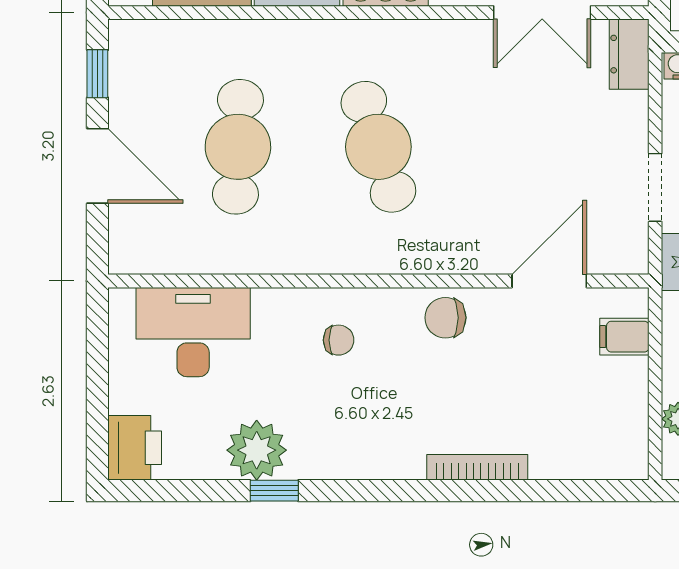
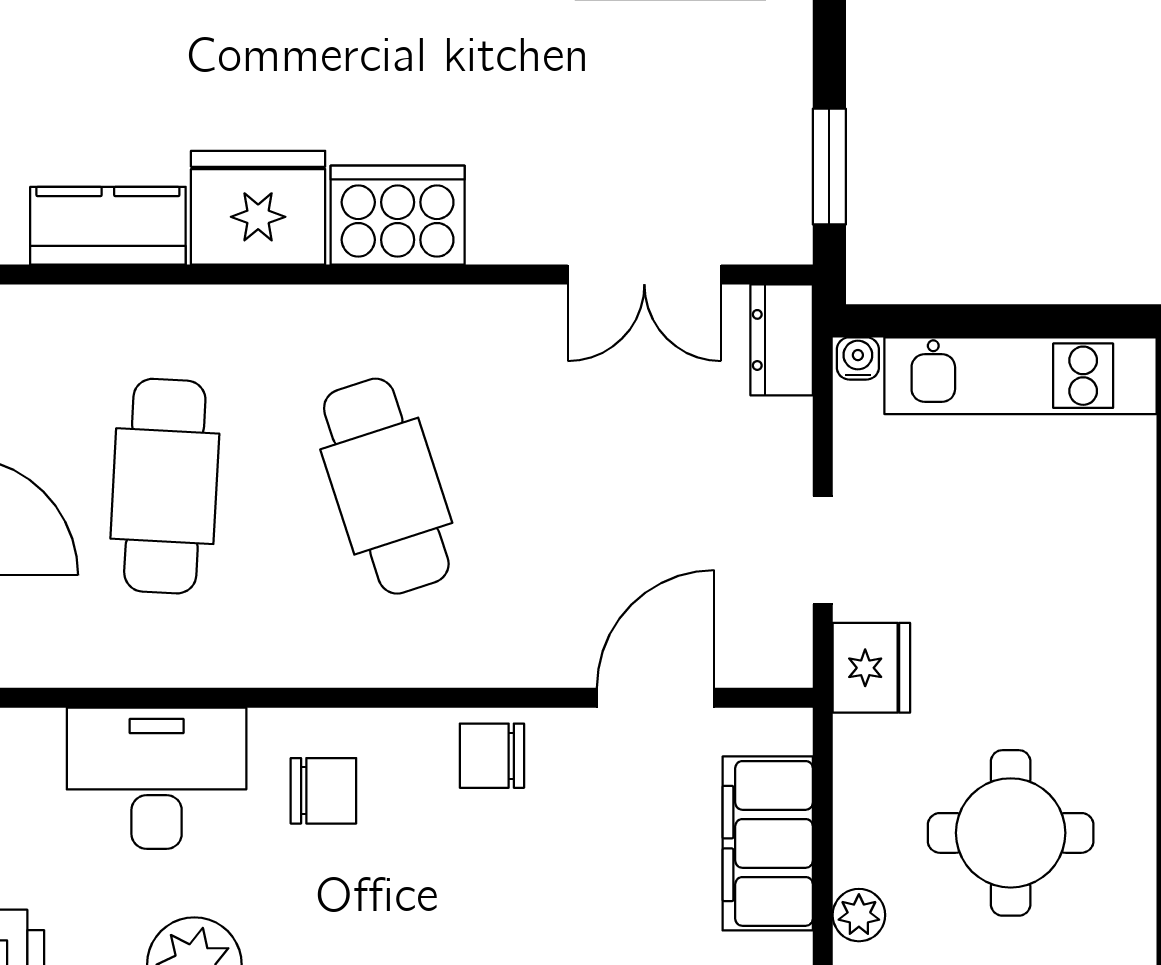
desk: (193, 332) -> (157, 778), moved
filing cabinet: (624, 337) -> (768, 843), width x3.00, depth x1.17
chair: (339, 340) -> (323, 791), width x1.37, depth x1.37

